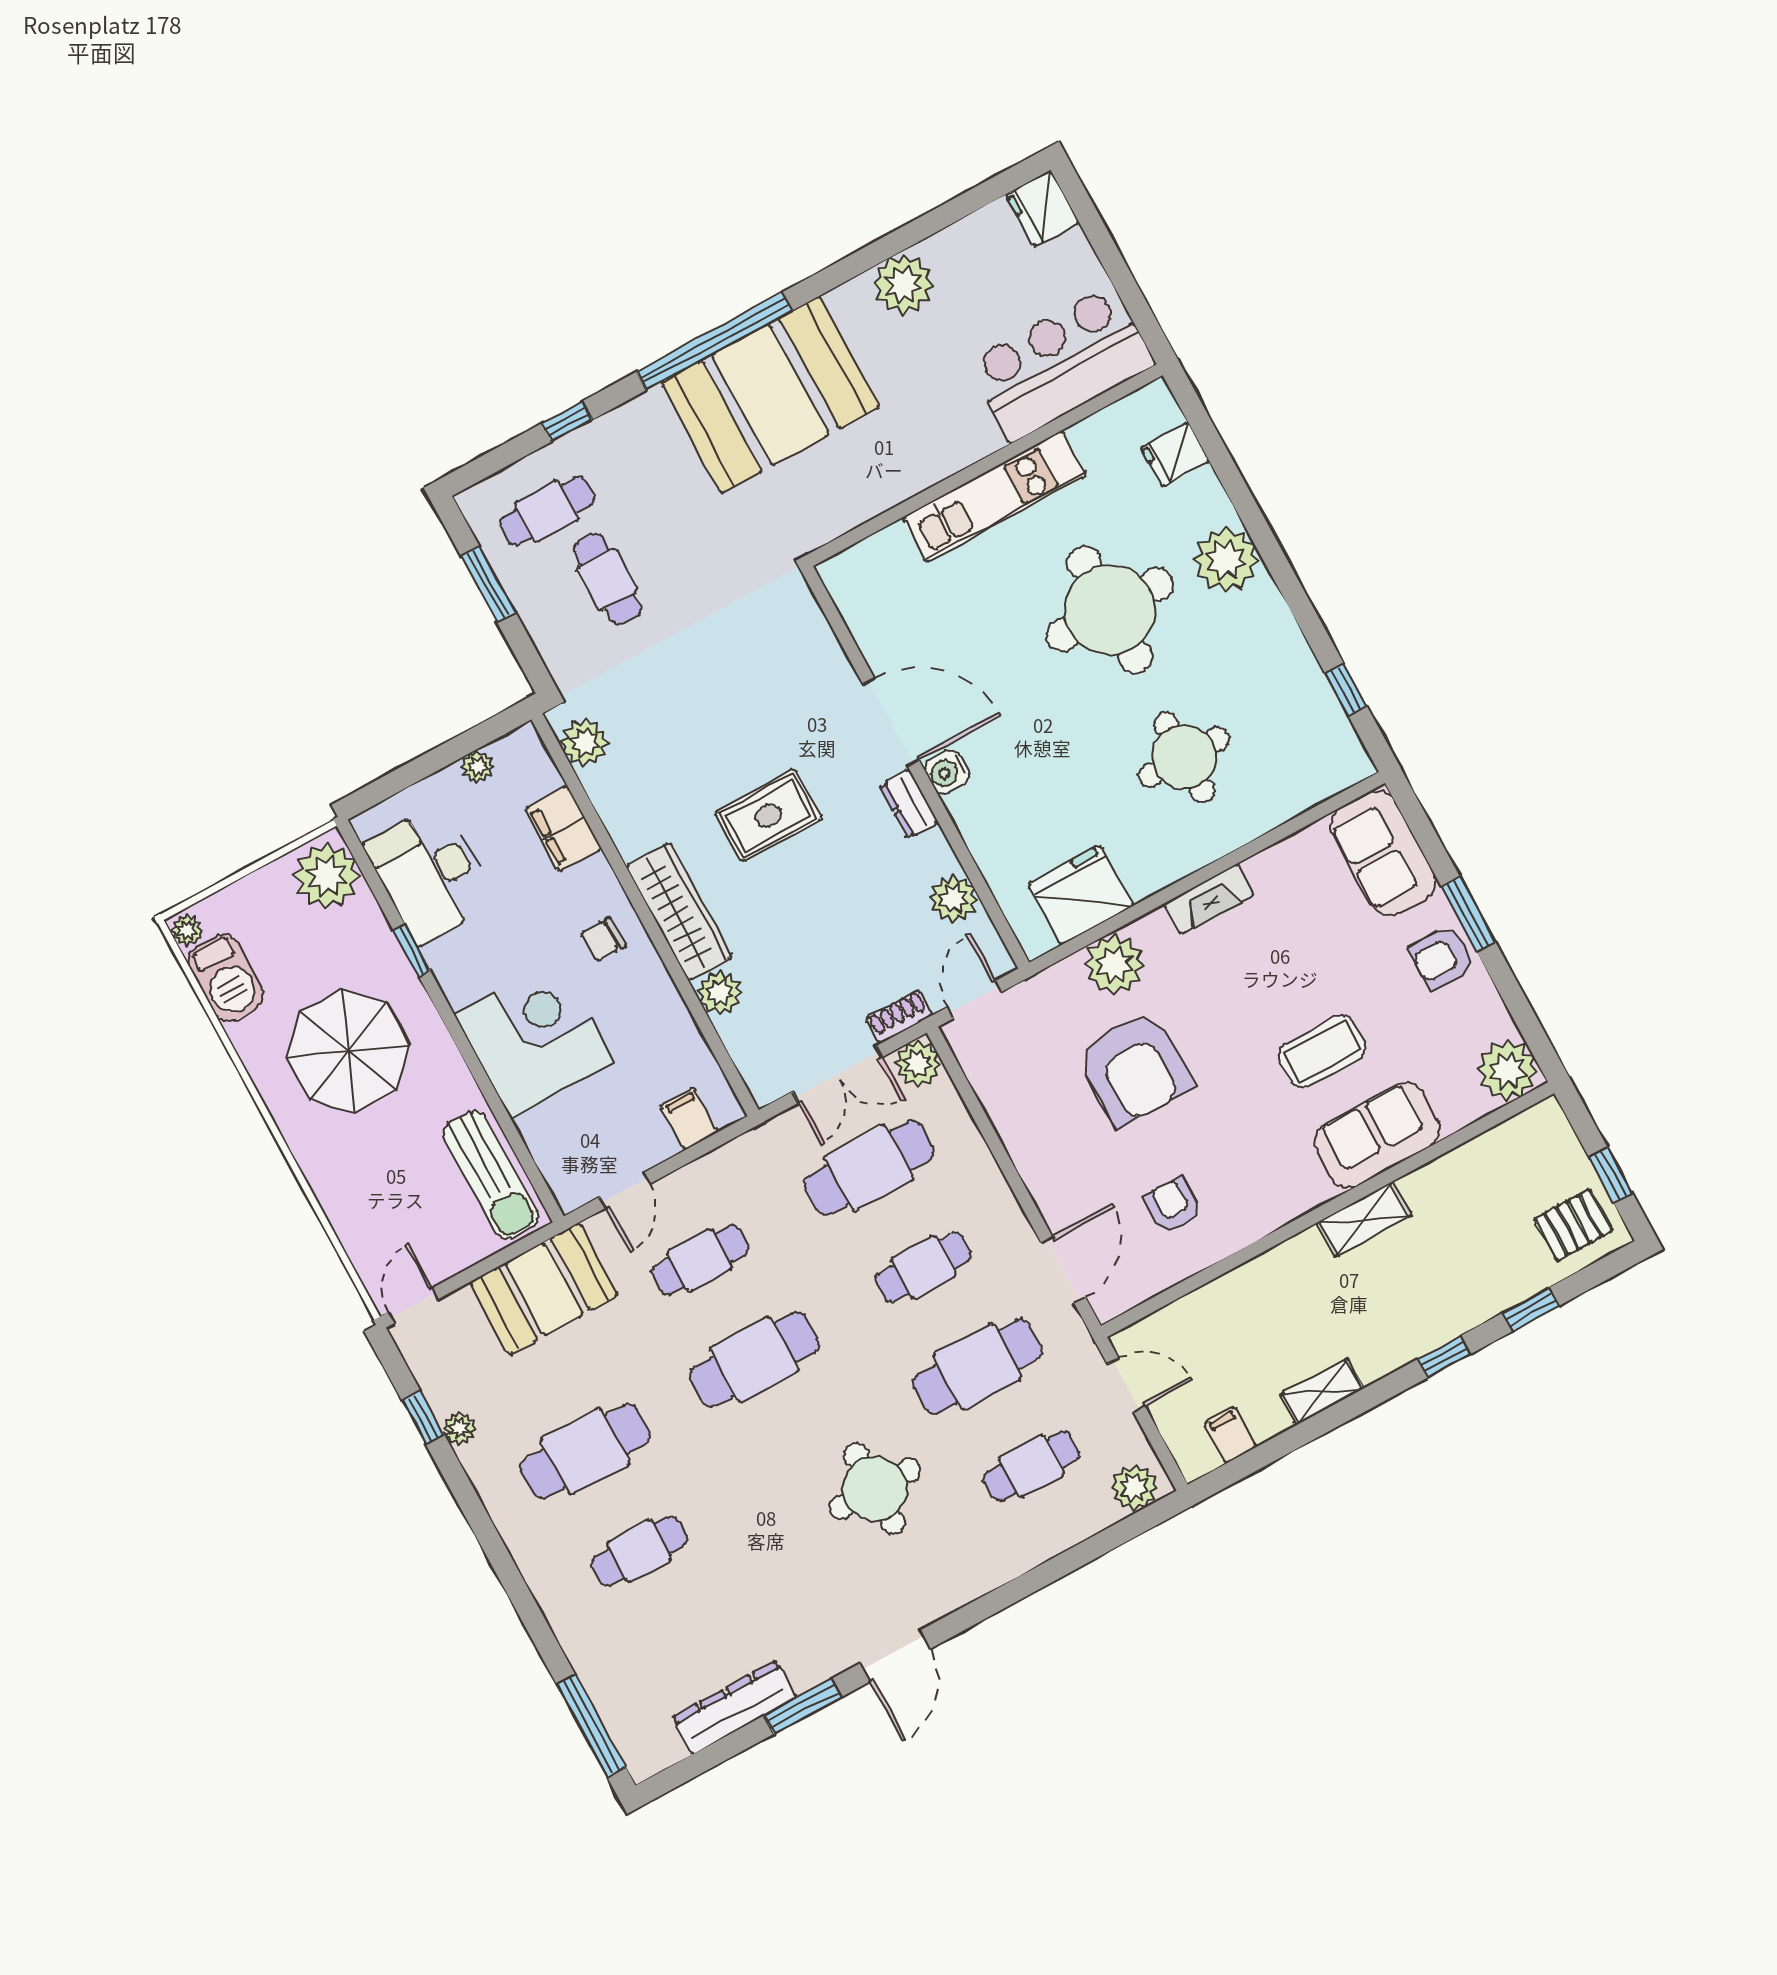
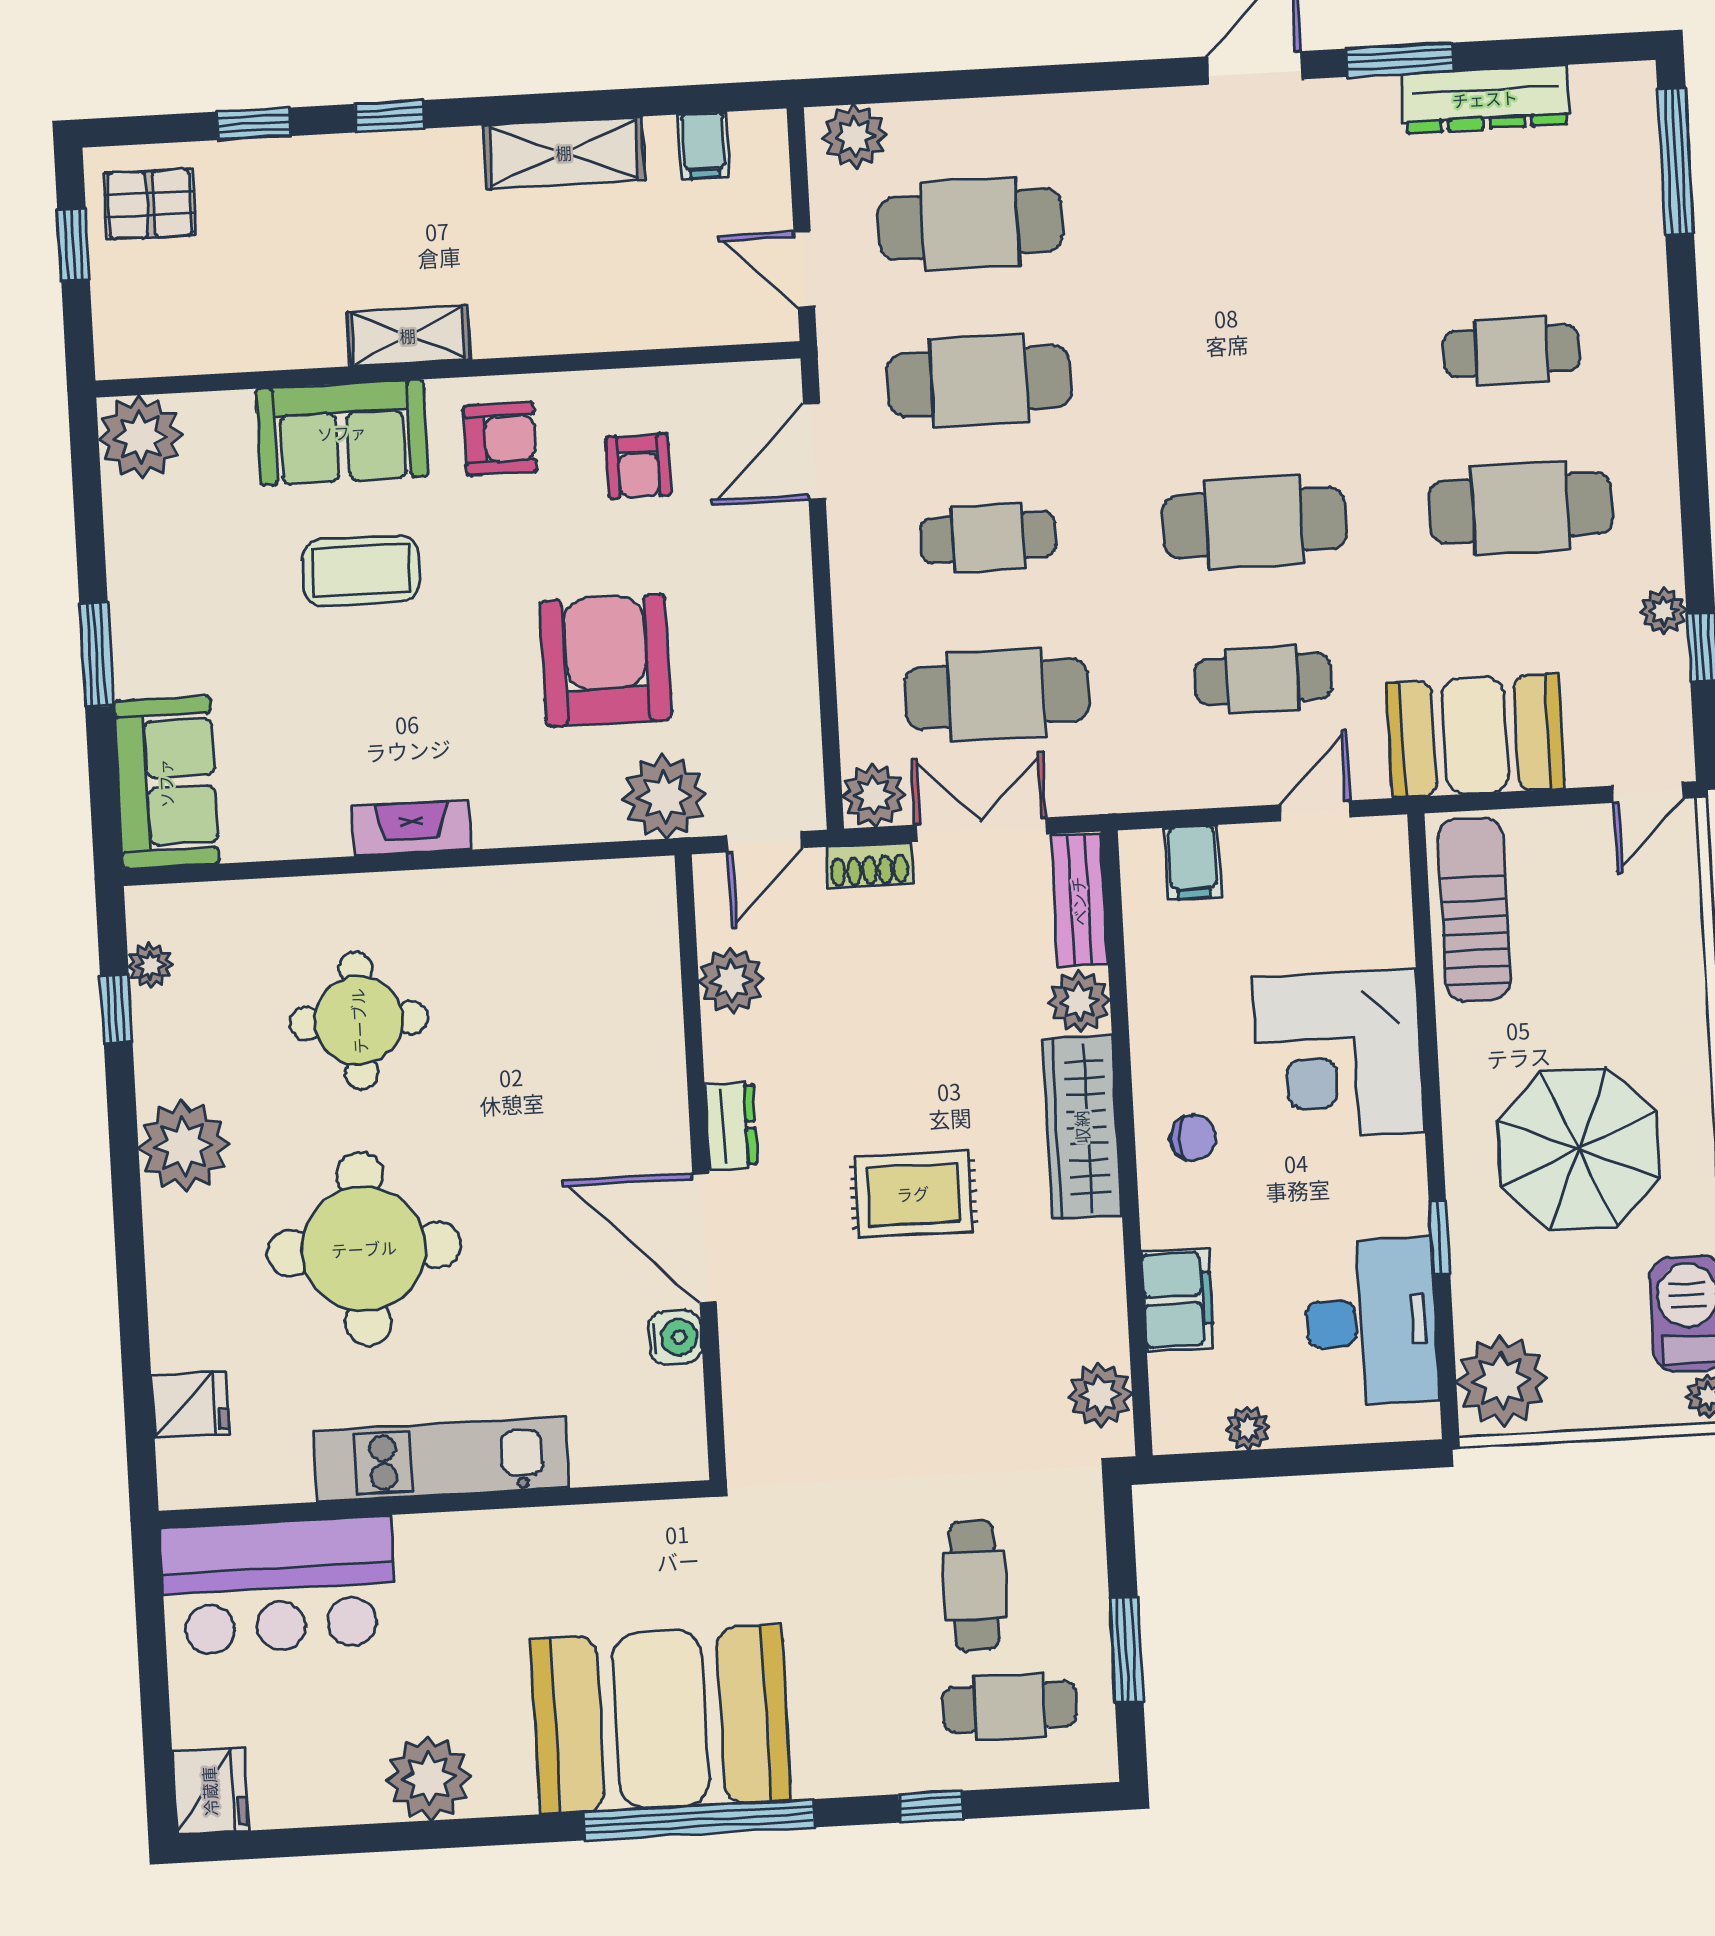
plant: (1226, 560) -> (184, 1146), moved
plant: (1337, 729) -> (150, 965), added
water cooler: (947, 772) -> (675, 1337), moved
fridge: (1080, 895) -> (570, 910), removed
armchair: (1442, 957) -> (500, 439), moved
plant: (1115, 965) -> (665, 797), moved
bench: (751, 1059) -> (1079, 901), added
shelving: (1322, 1392) -> (564, 153), width x1.50, depth x1.33
cafe table: (1032, 1466) -> (970, 224), width x1.37, depth x1.35
round table: (875, 1489) -> (1180, 289), removed

